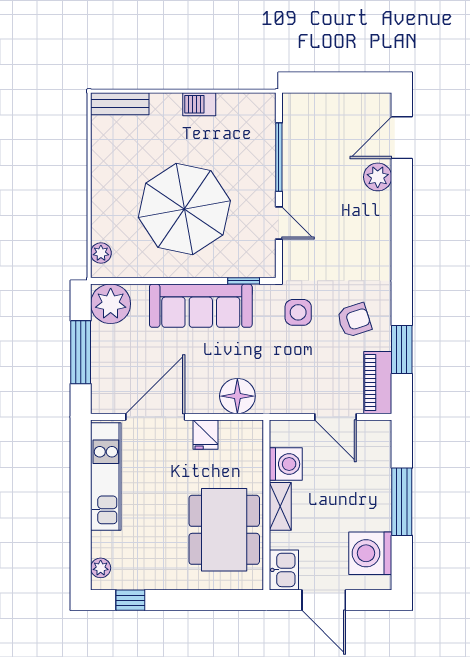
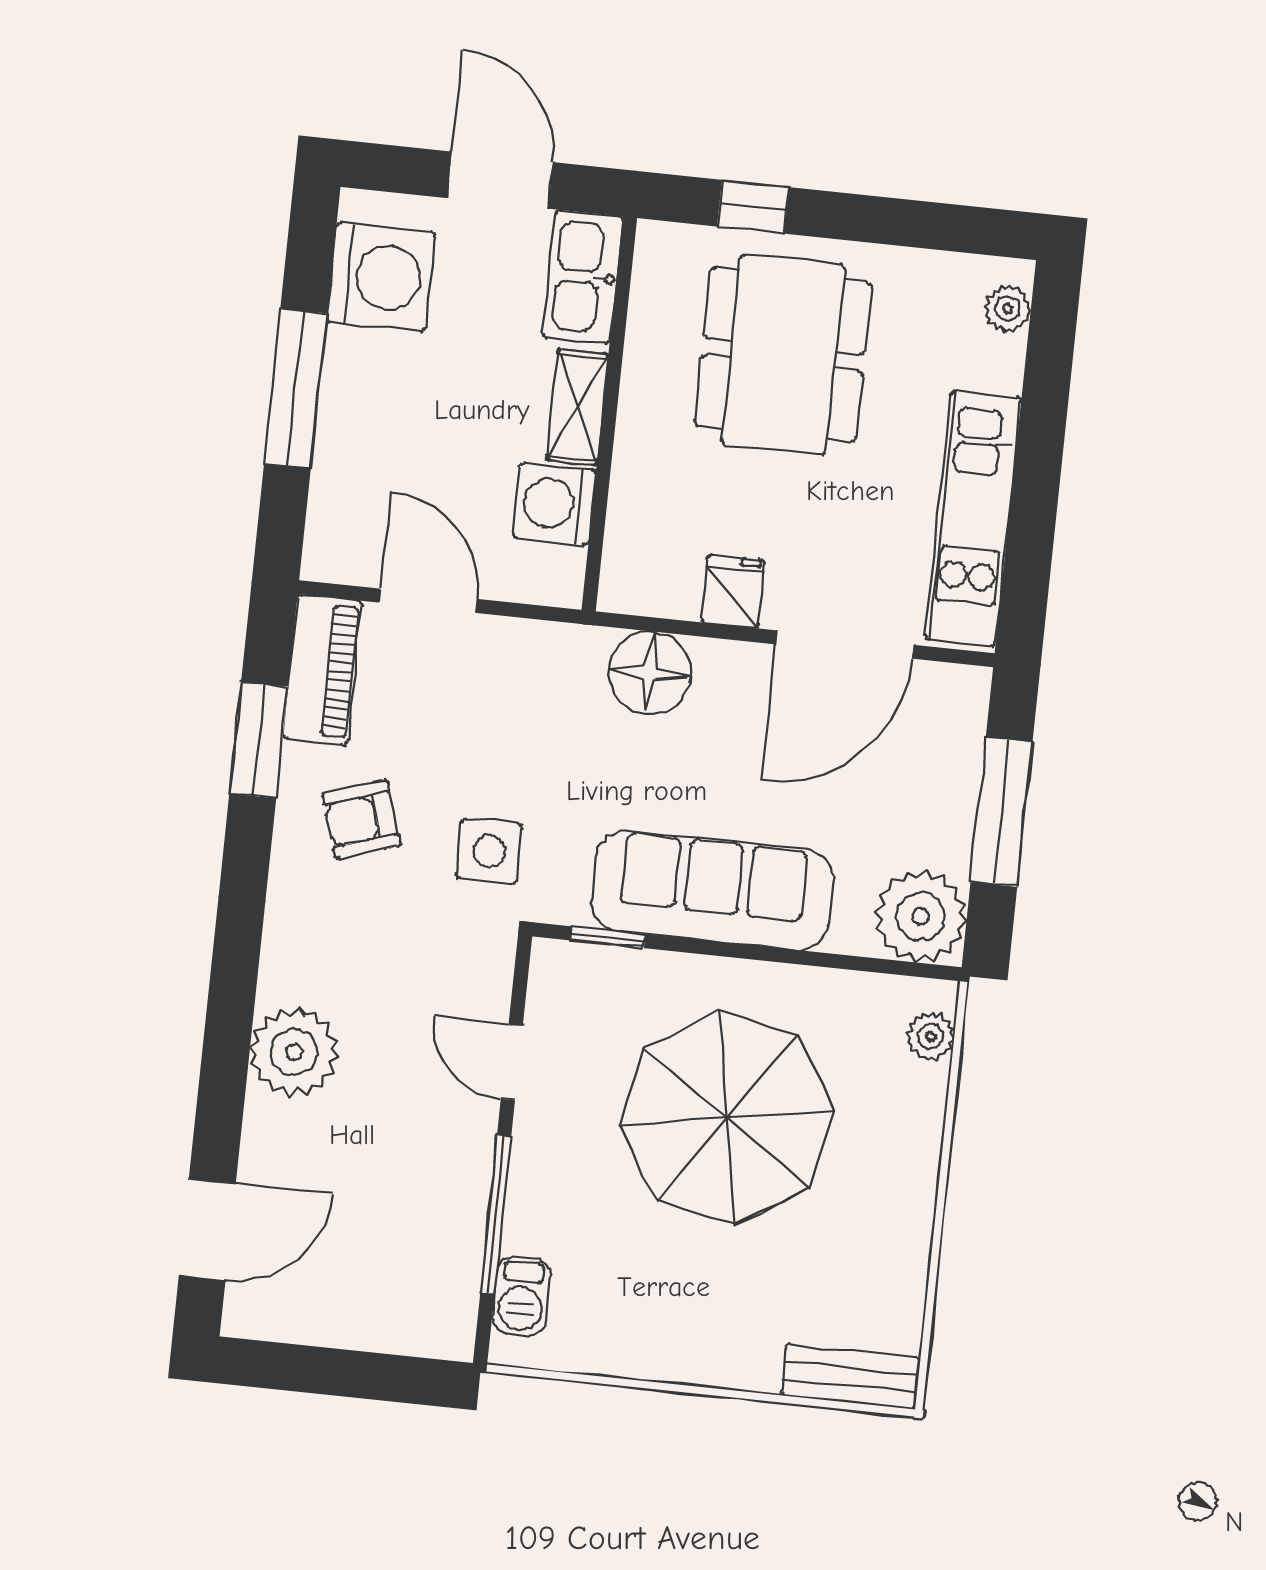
barbecue: (199, 104) -> (521, 1296), moved, turned 90
plant: (378, 177) -> (294, 1052), moved, width x1.36, depth x1.36
dining table: (224, 530) -> (783, 355), moved
kitchen sink: (284, 570) -> (583, 277), width x1.38
window: (130, 600) -> (753, 207), moved

